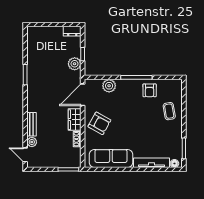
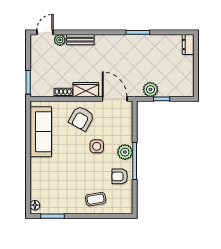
dresser: (72, 31) -> (188, 45), moved
plant: (109, 86) -> (125, 152), moved
side table: (124, 110) -> (97, 146), added
tv unit: (151, 163) -> (36, 179), removed

